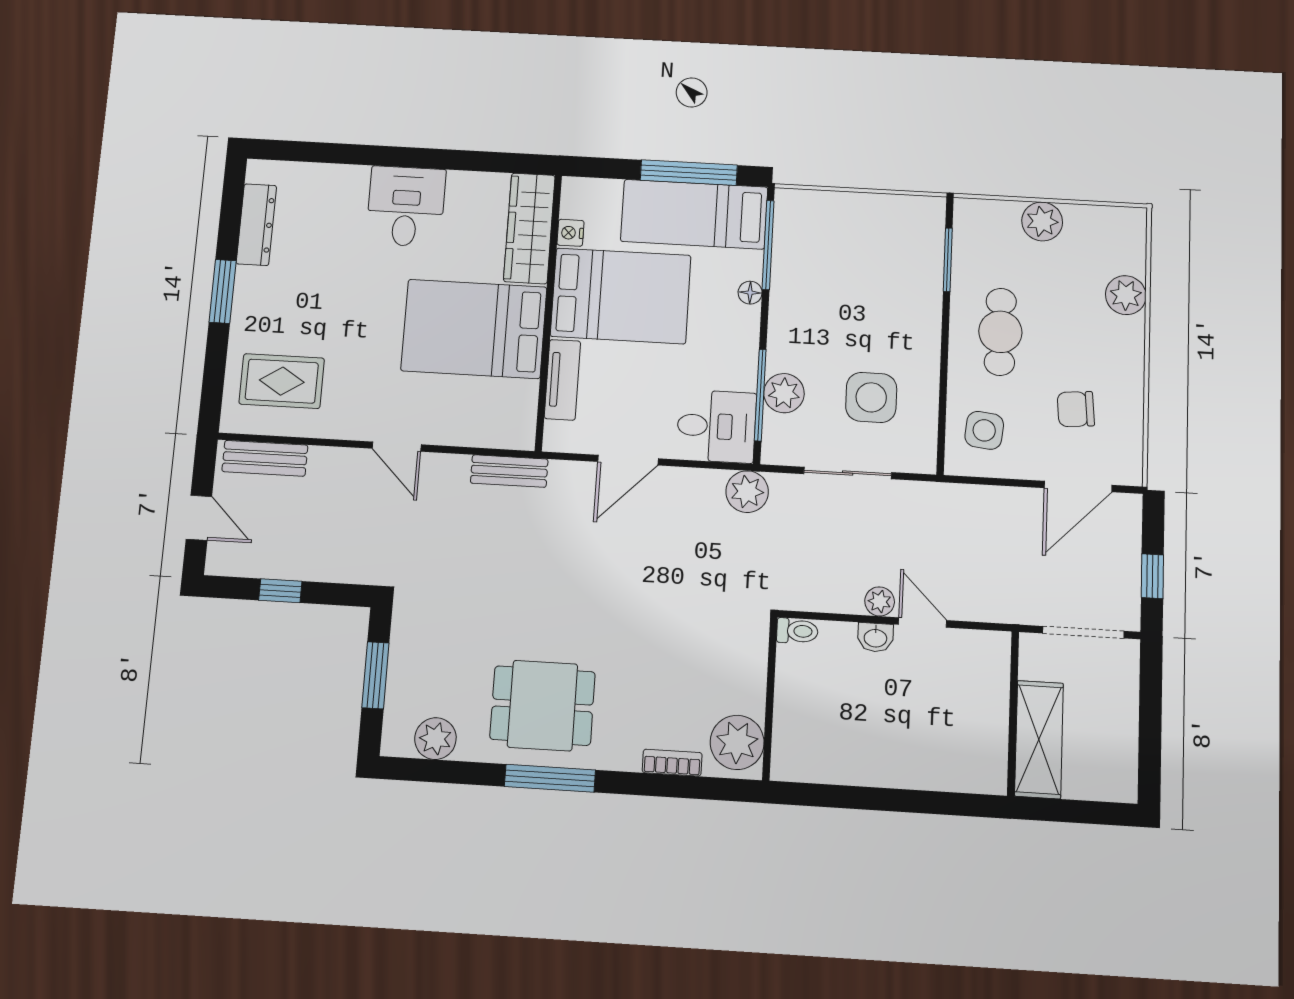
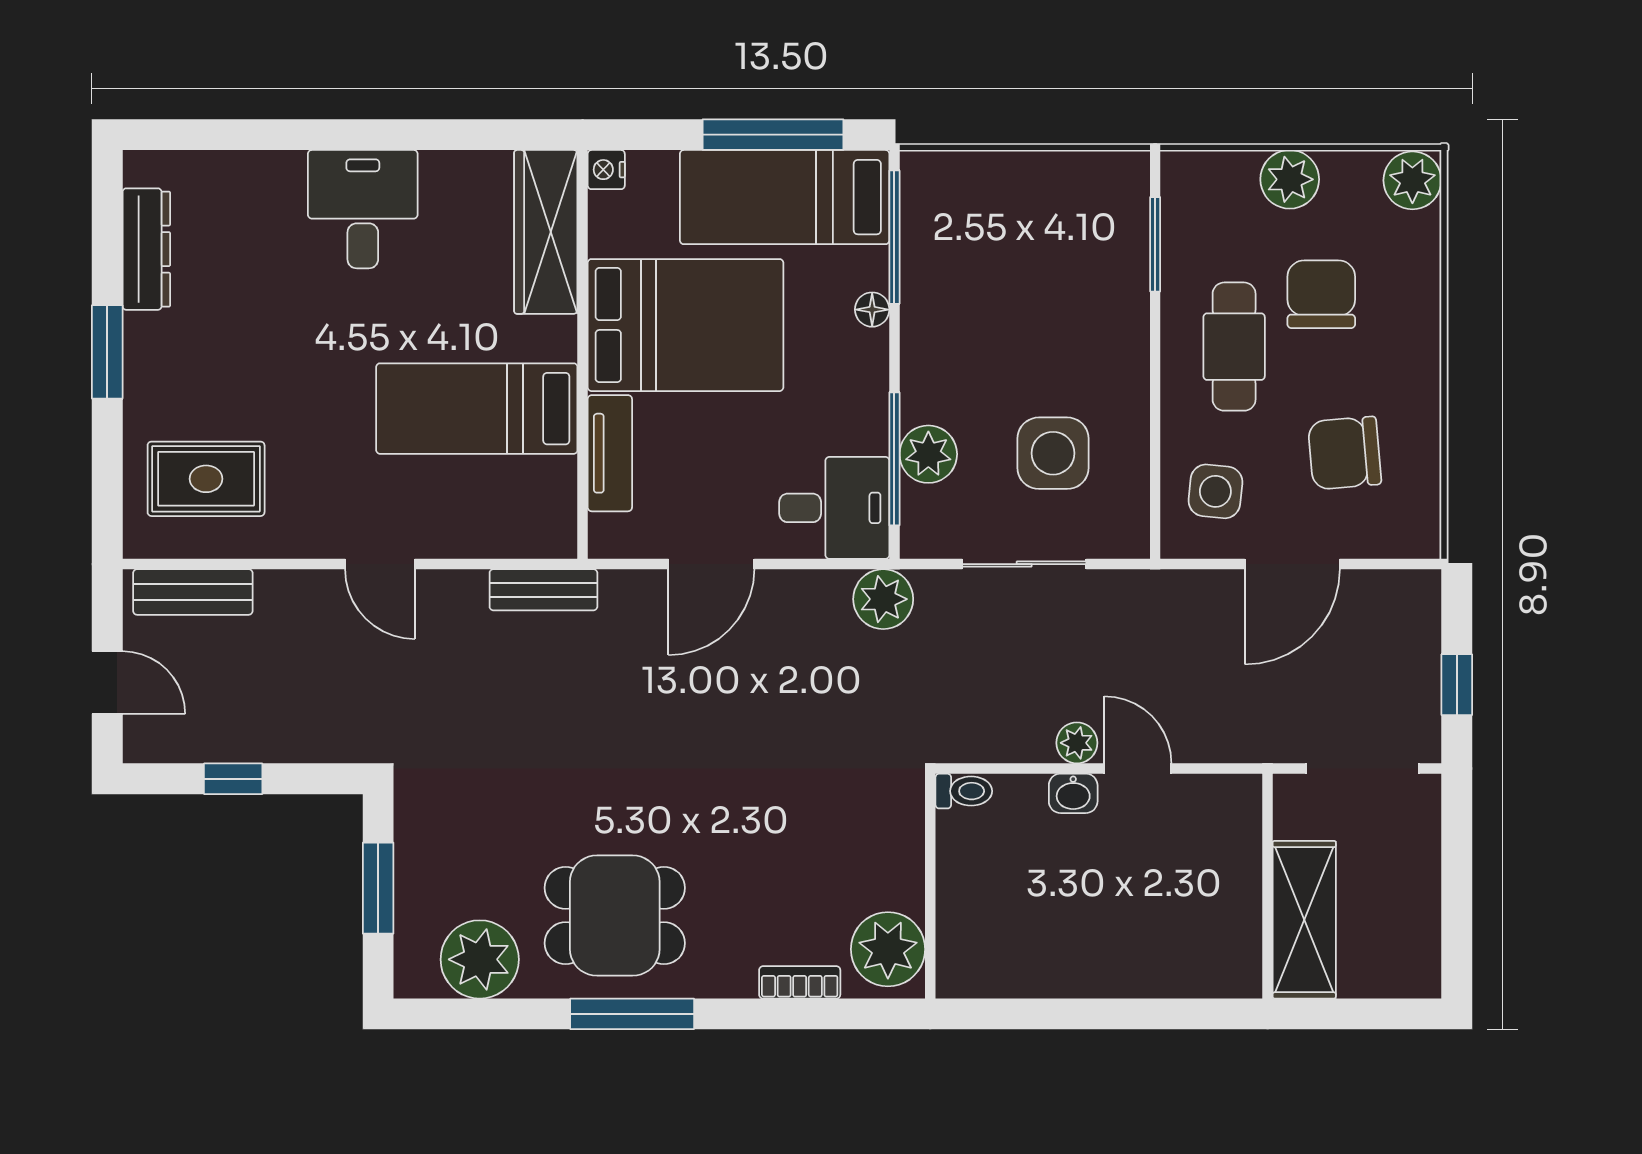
nightstand: (570, 233) -> (606, 170), moved
plant: (1126, 295) -> (1412, 180), moved
chair: (1062, 300) -> (1321, 294), added
bed: (474, 329) -> (477, 409), width x0.67
chair: (1076, 409) -> (1345, 453), width x1.37, depth x1.37
door: (1078, 486) -> (1292, 564), moved
plant: (435, 739) -> (480, 959), width x1.36, depth x1.36

